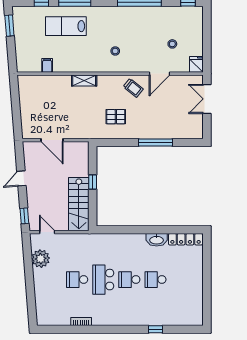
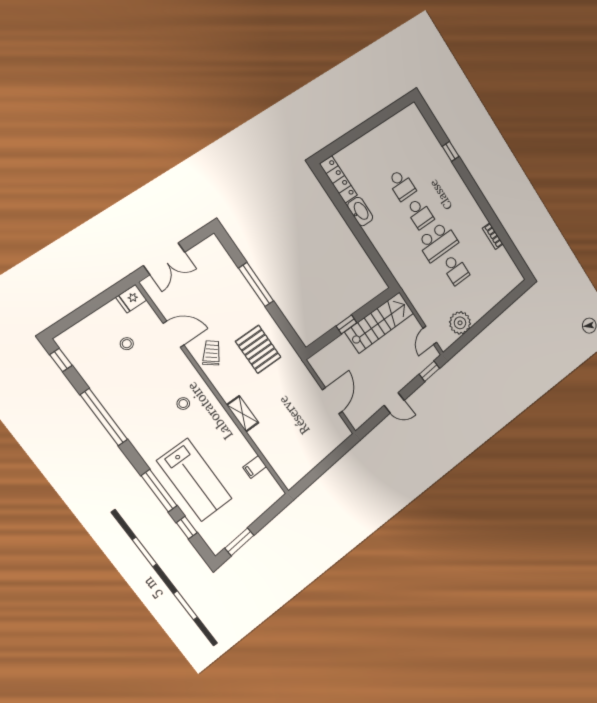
lab bench: (66, 26) -> (194, 480), width x1.36, depth x1.39
pallet: (116, 117) -> (258, 349), width x1.50, depth x1.42

